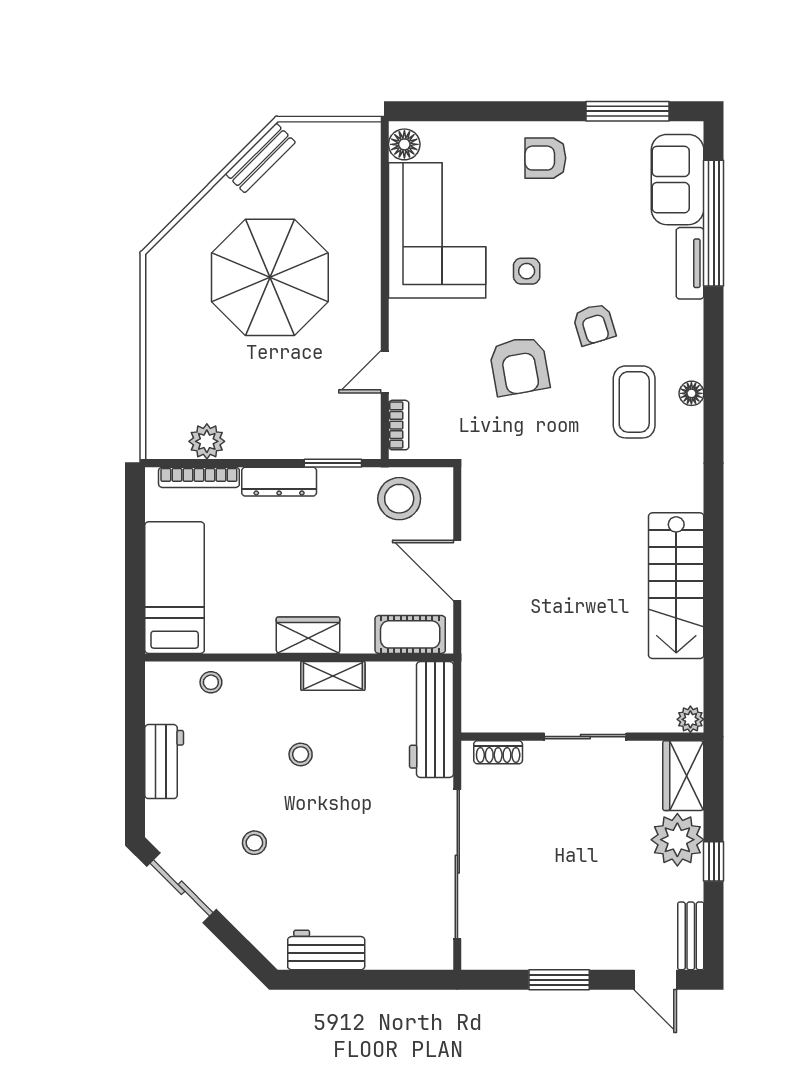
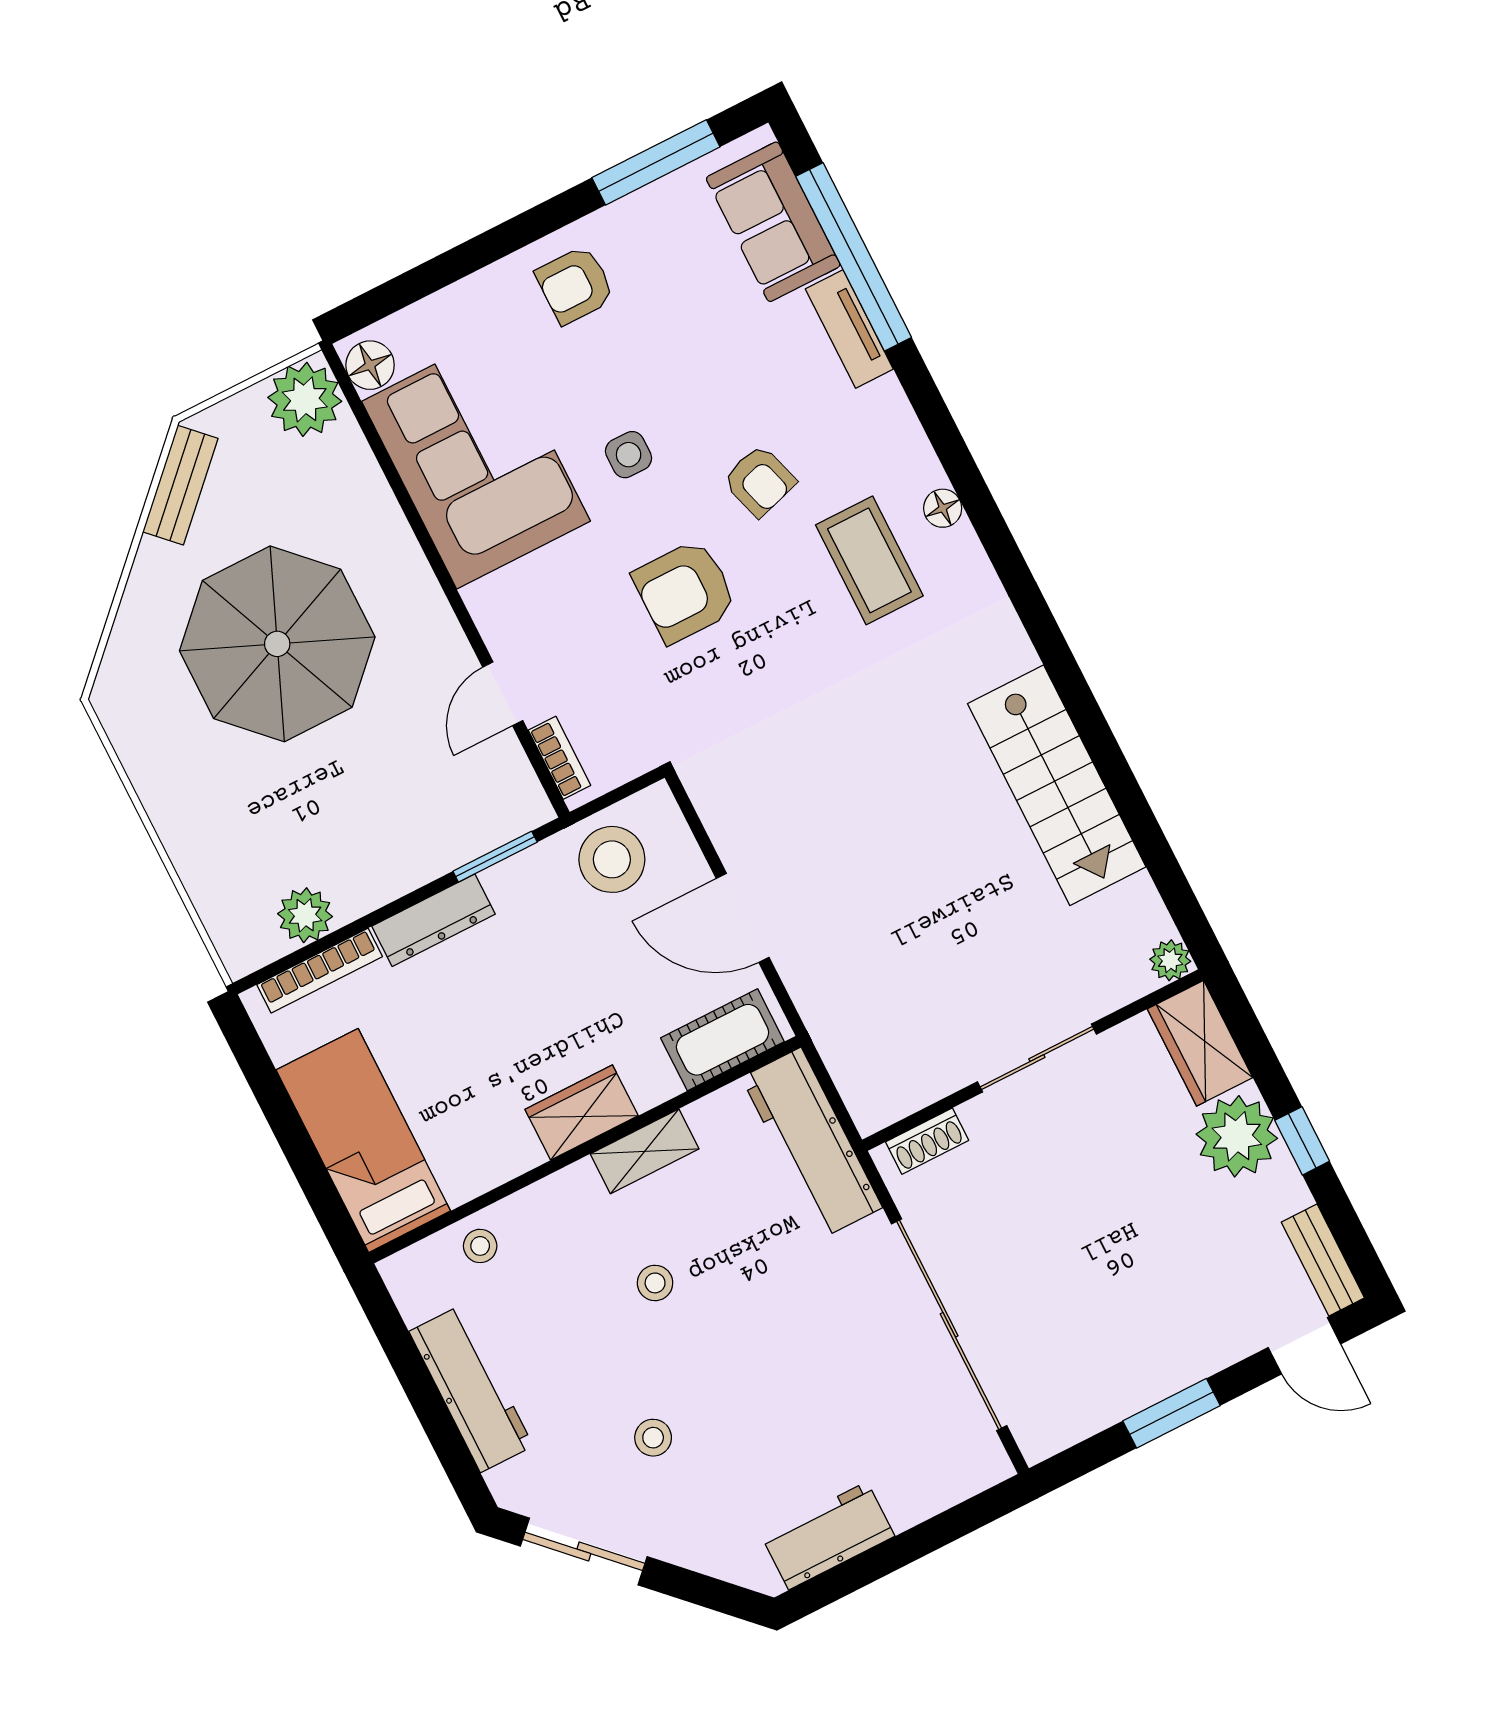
plant: (357, 145) -> (305, 399), added
armchair: (519, 366) -> (685, 591), turned 100
workbench: (164, 762) -> (471, 1389), width x1.38

